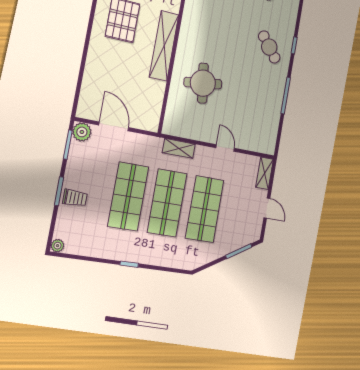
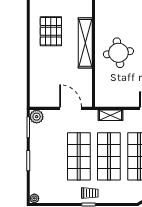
round table: (203, 83) -> (118, 53), moved
door: (114, 126) -> (71, 108), moved
trolley: (75, 198) -> (90, 193), moved

